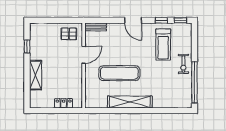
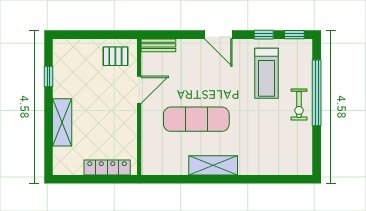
window: (194, 82) -> (317, 93), moved
shelving: (130, 102) -> (213, 165), width x0.68
locker: (64, 103) -> (107, 167), width x1.53

